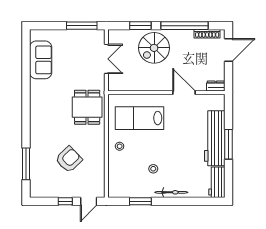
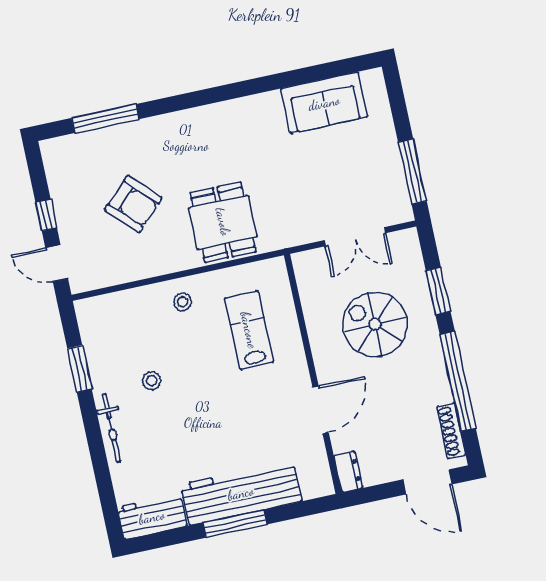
spiral stairs: (154, 48) -> (375, 324), moved
dining table: (87, 107) -> (223, 222), moved, turned 90
lab bench: (139, 118) -> (249, 330), width x0.73, depth x0.72

